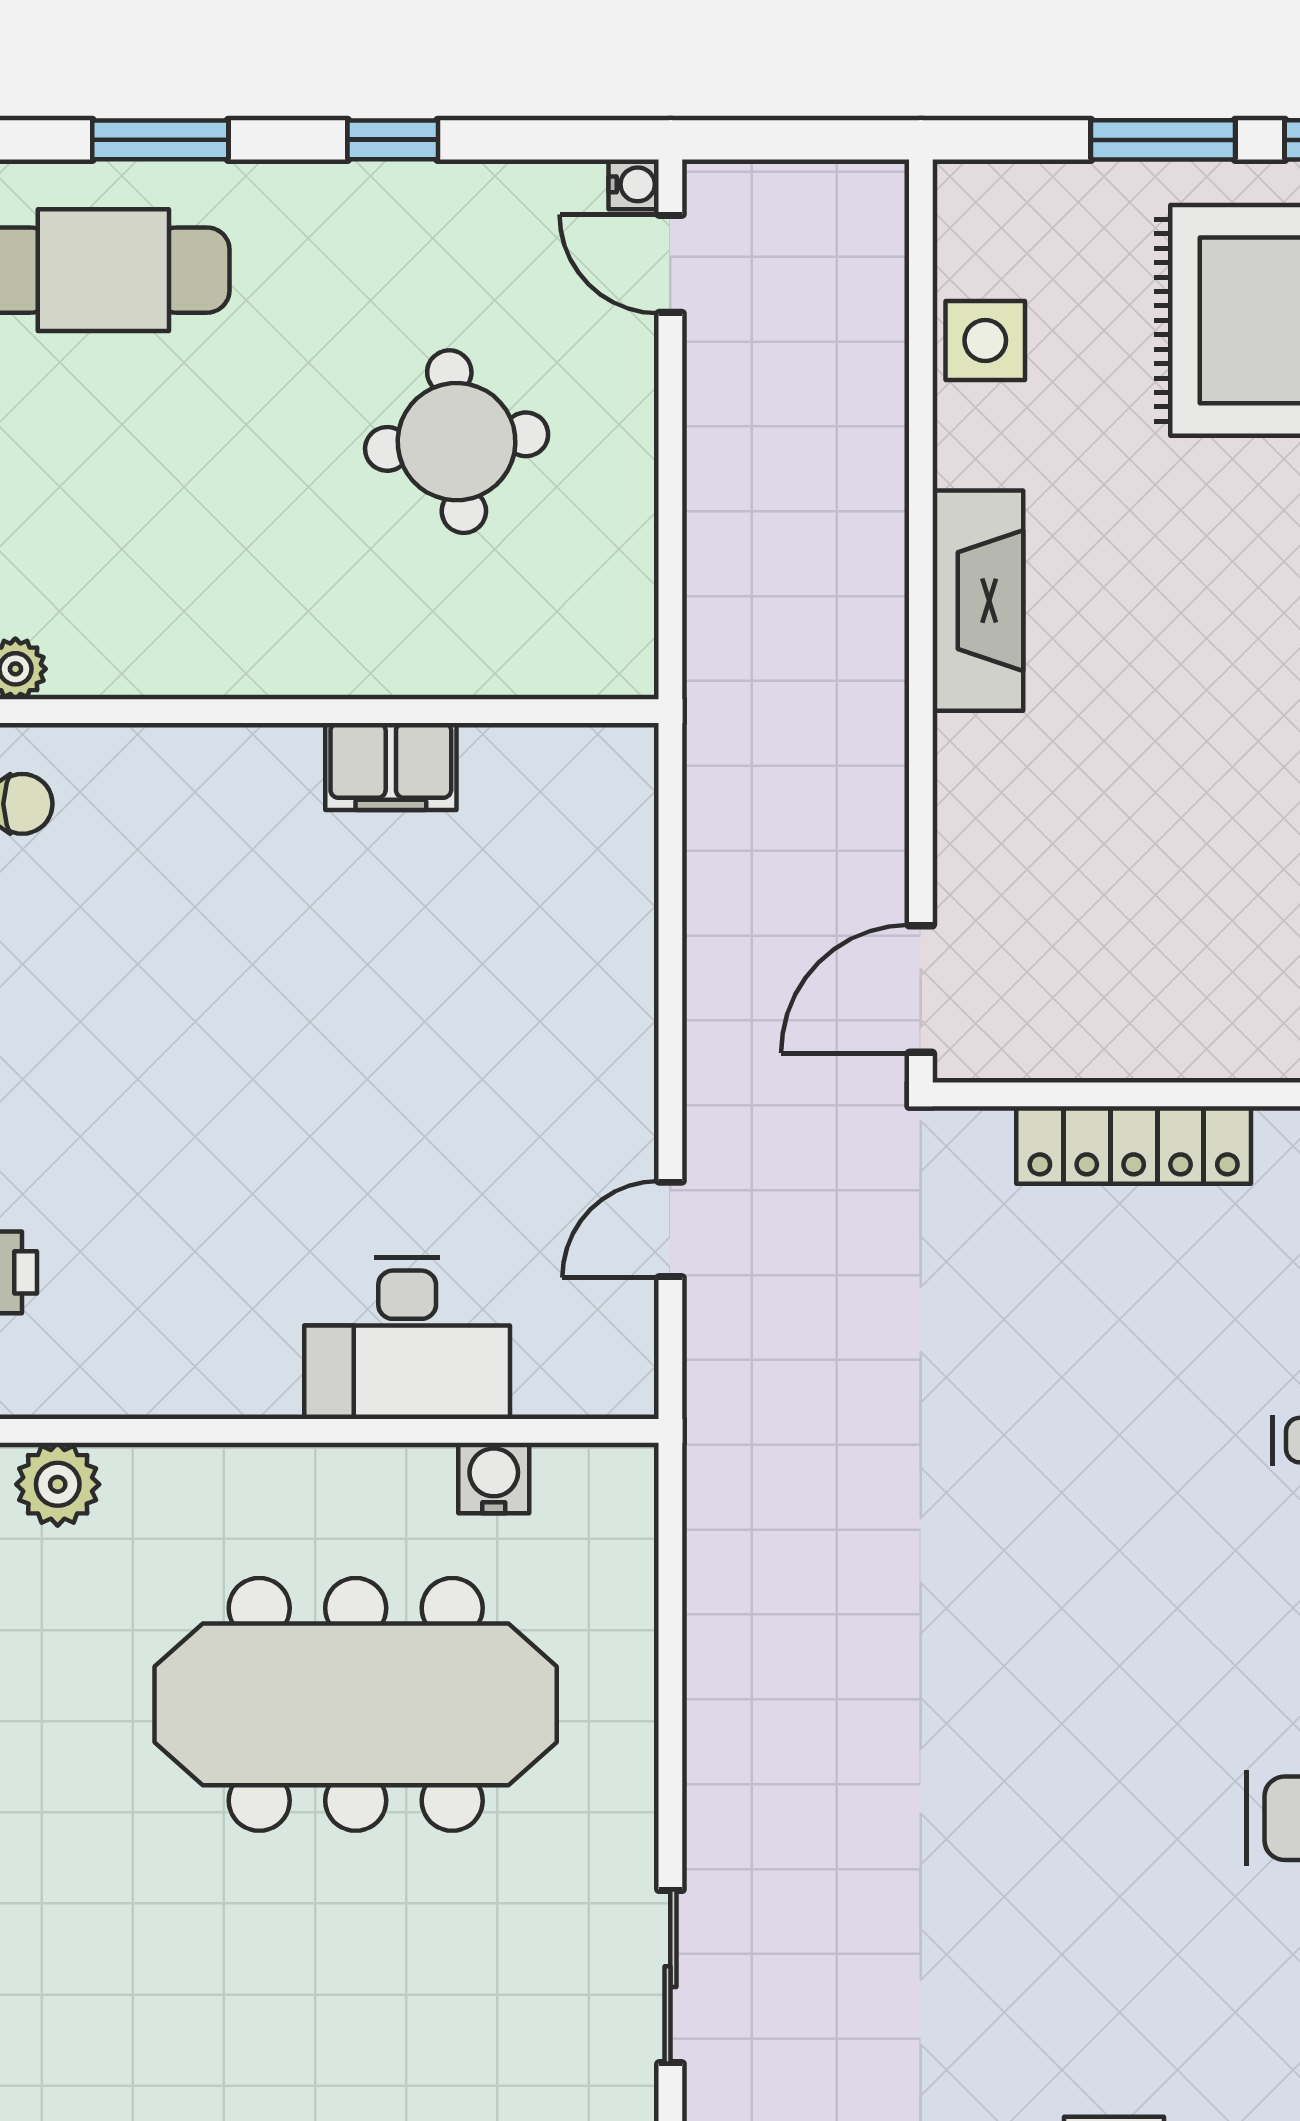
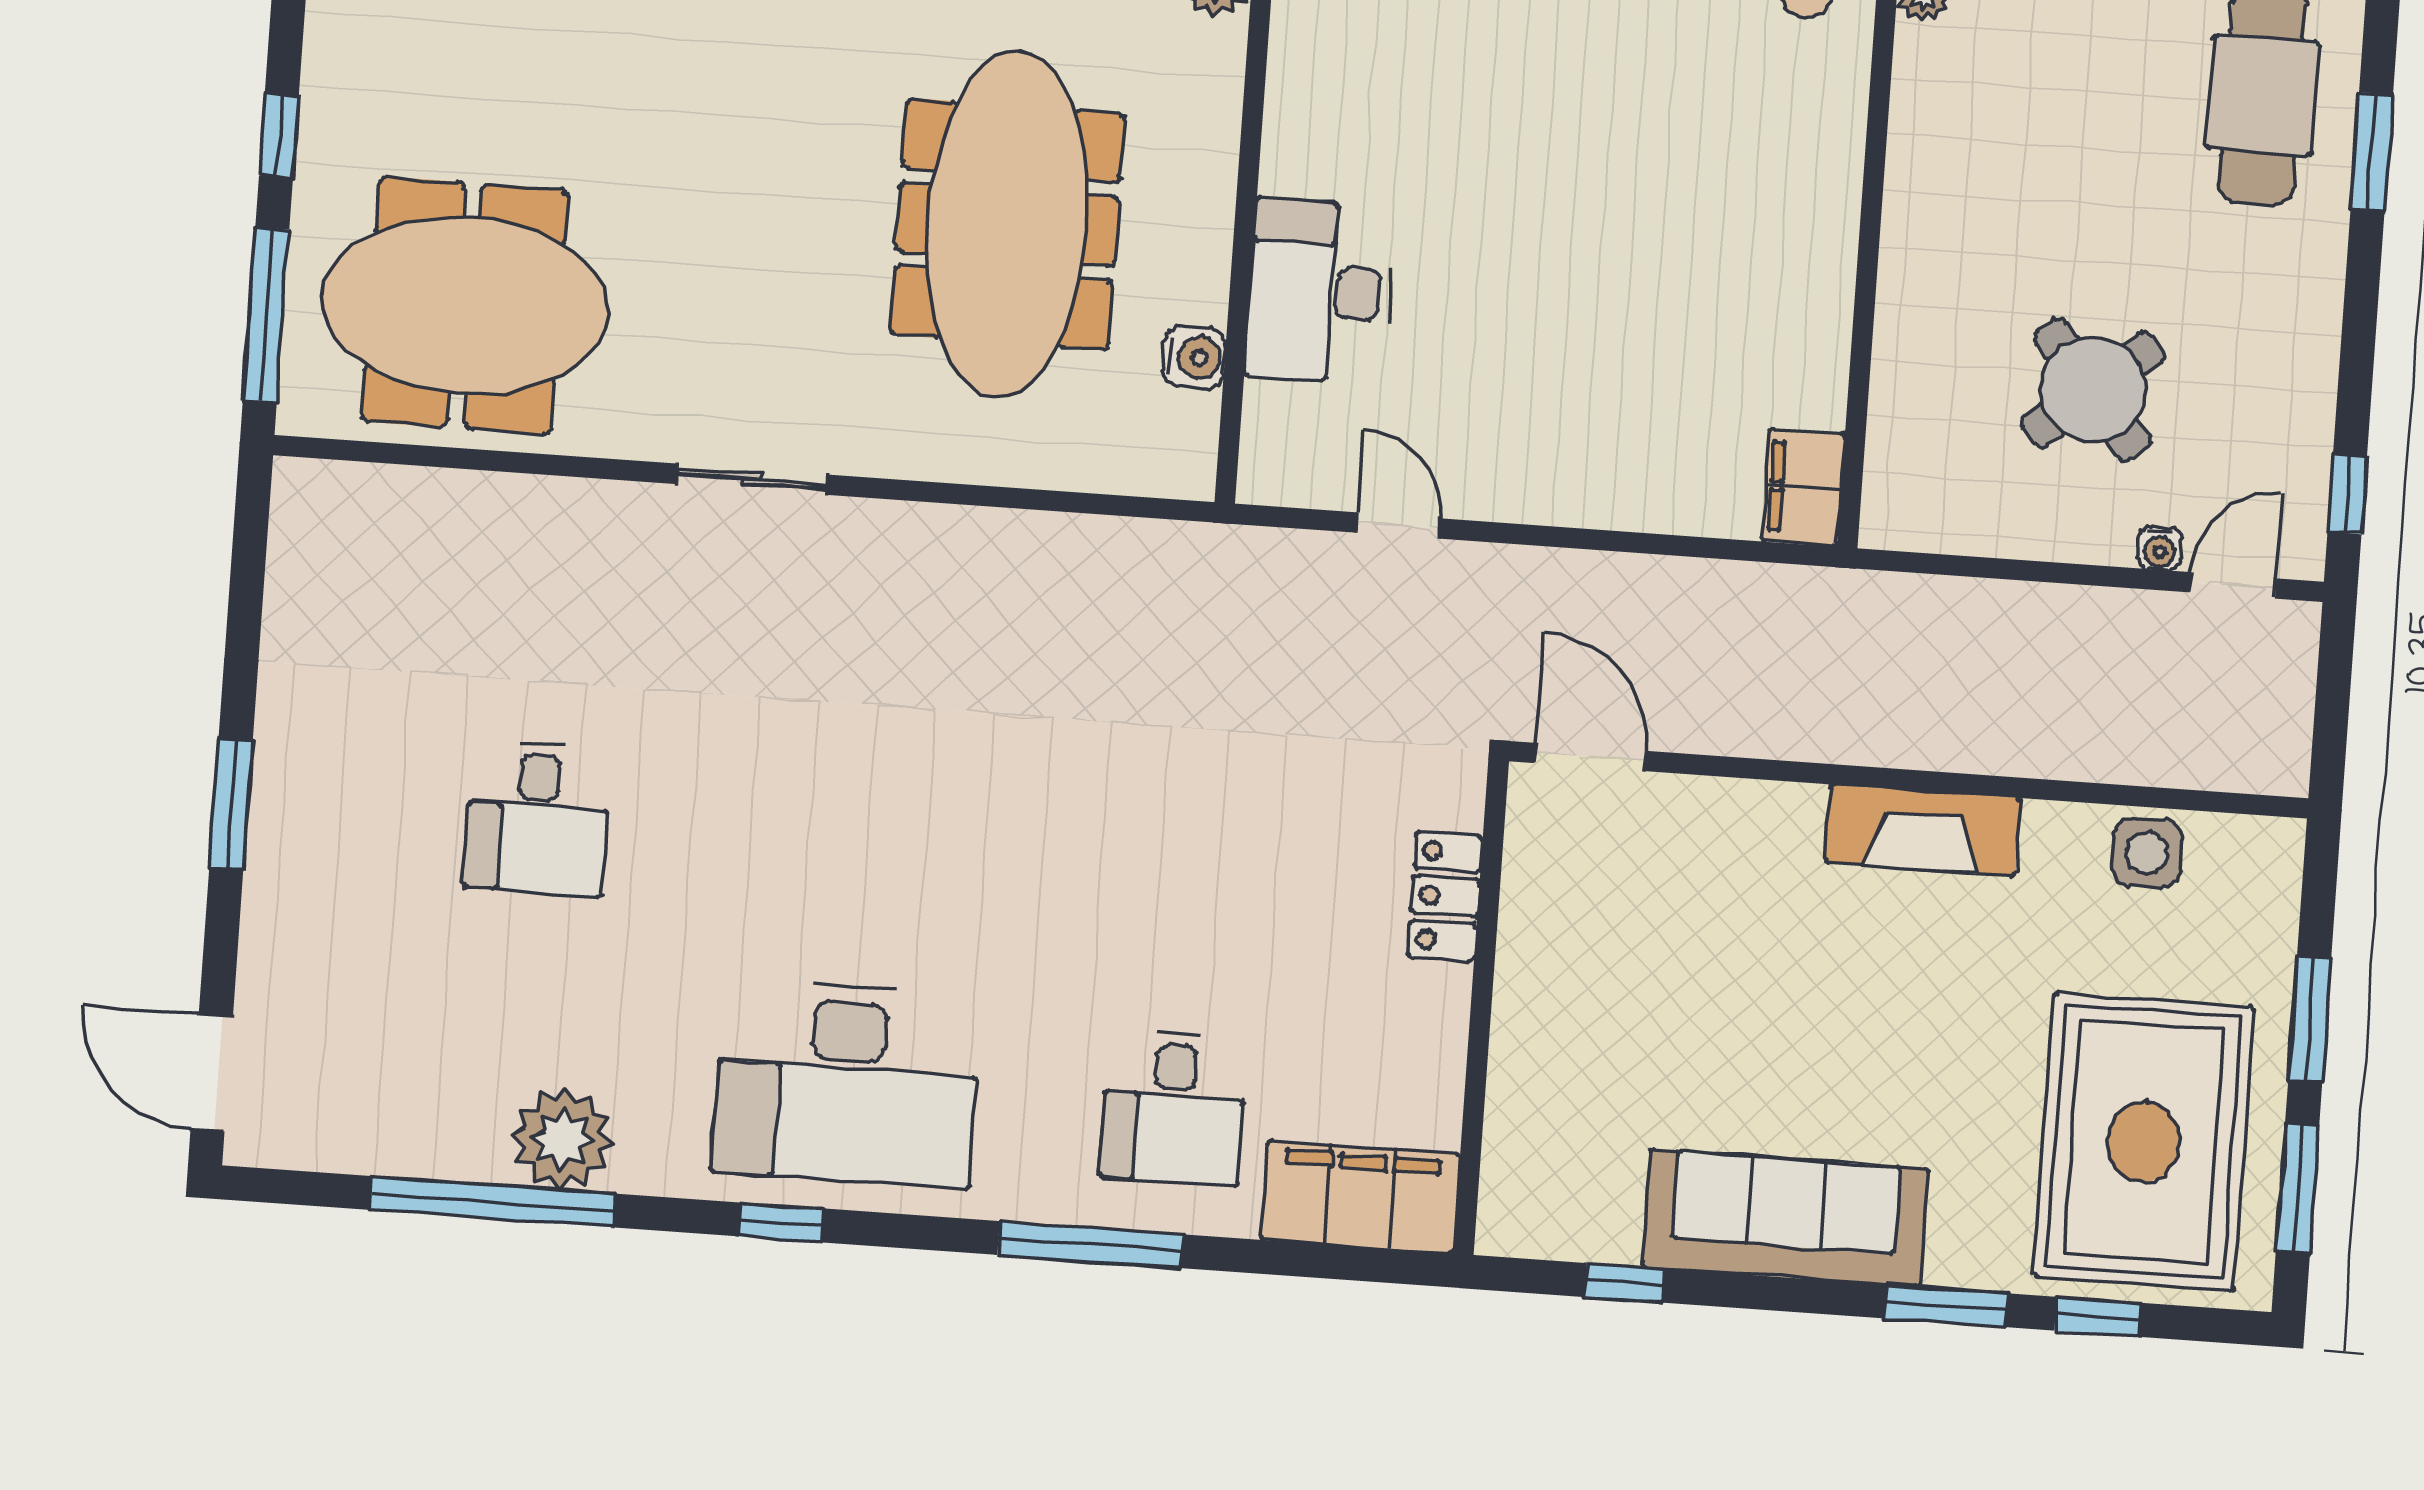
window: (393, 140) -> (2347, 494), moved
water cooler: (634, 184) -> (2160, 548), moved
round table: (457, 442) -> (2093, 390), turned -34
filing cabinet: (391, 766) -> (1803, 487), moved
locker: (1134, 1145) -> (1445, 896), width x0.66

